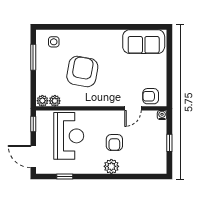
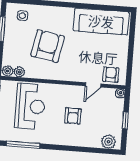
sofa: (144, 42) -> (101, 21), width x1.36
armchair: (151, 96) -> (111, 75), turned 90
plant: (111, 166) -> (108, 142), moved
window: (65, 176) -> (23, 145), width x2.17

